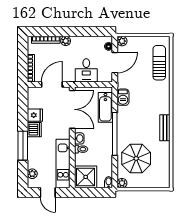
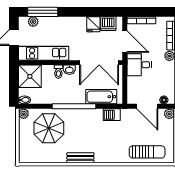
desk: (86, 70) -> (139, 65), moved
dishwasher: (34, 130) -> (108, 24), moved
window: (23, 146) -> (43, 12), moved

